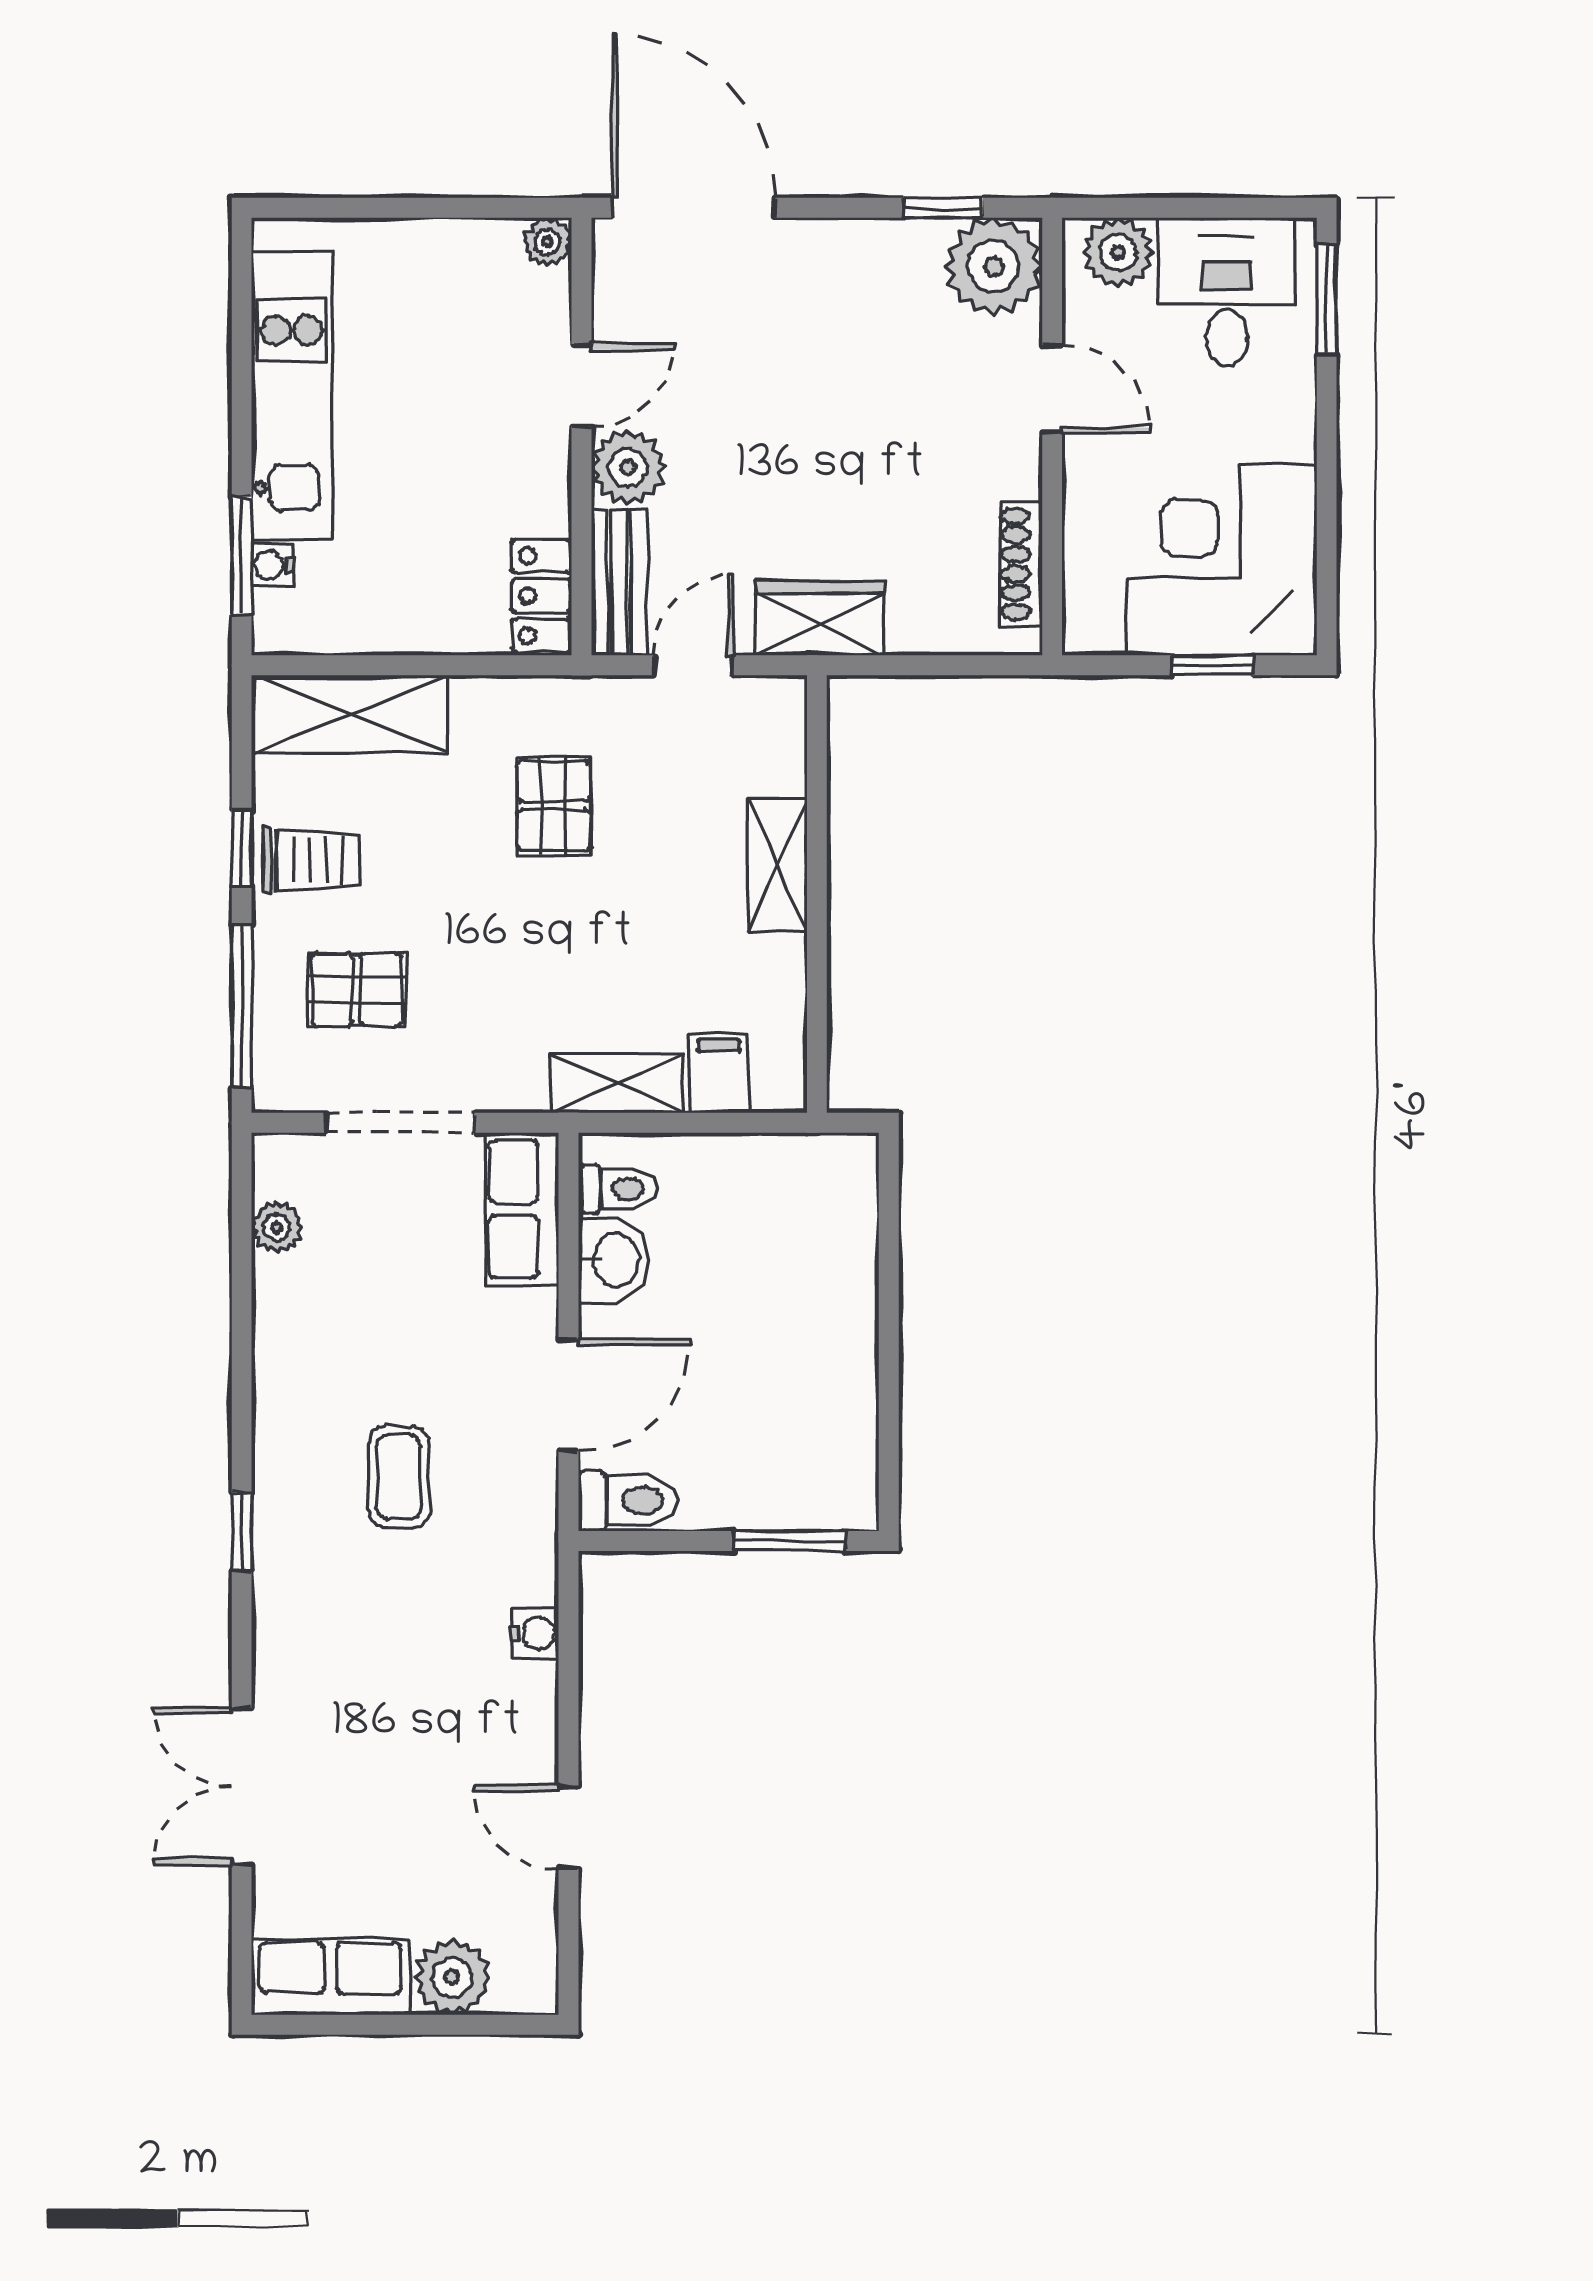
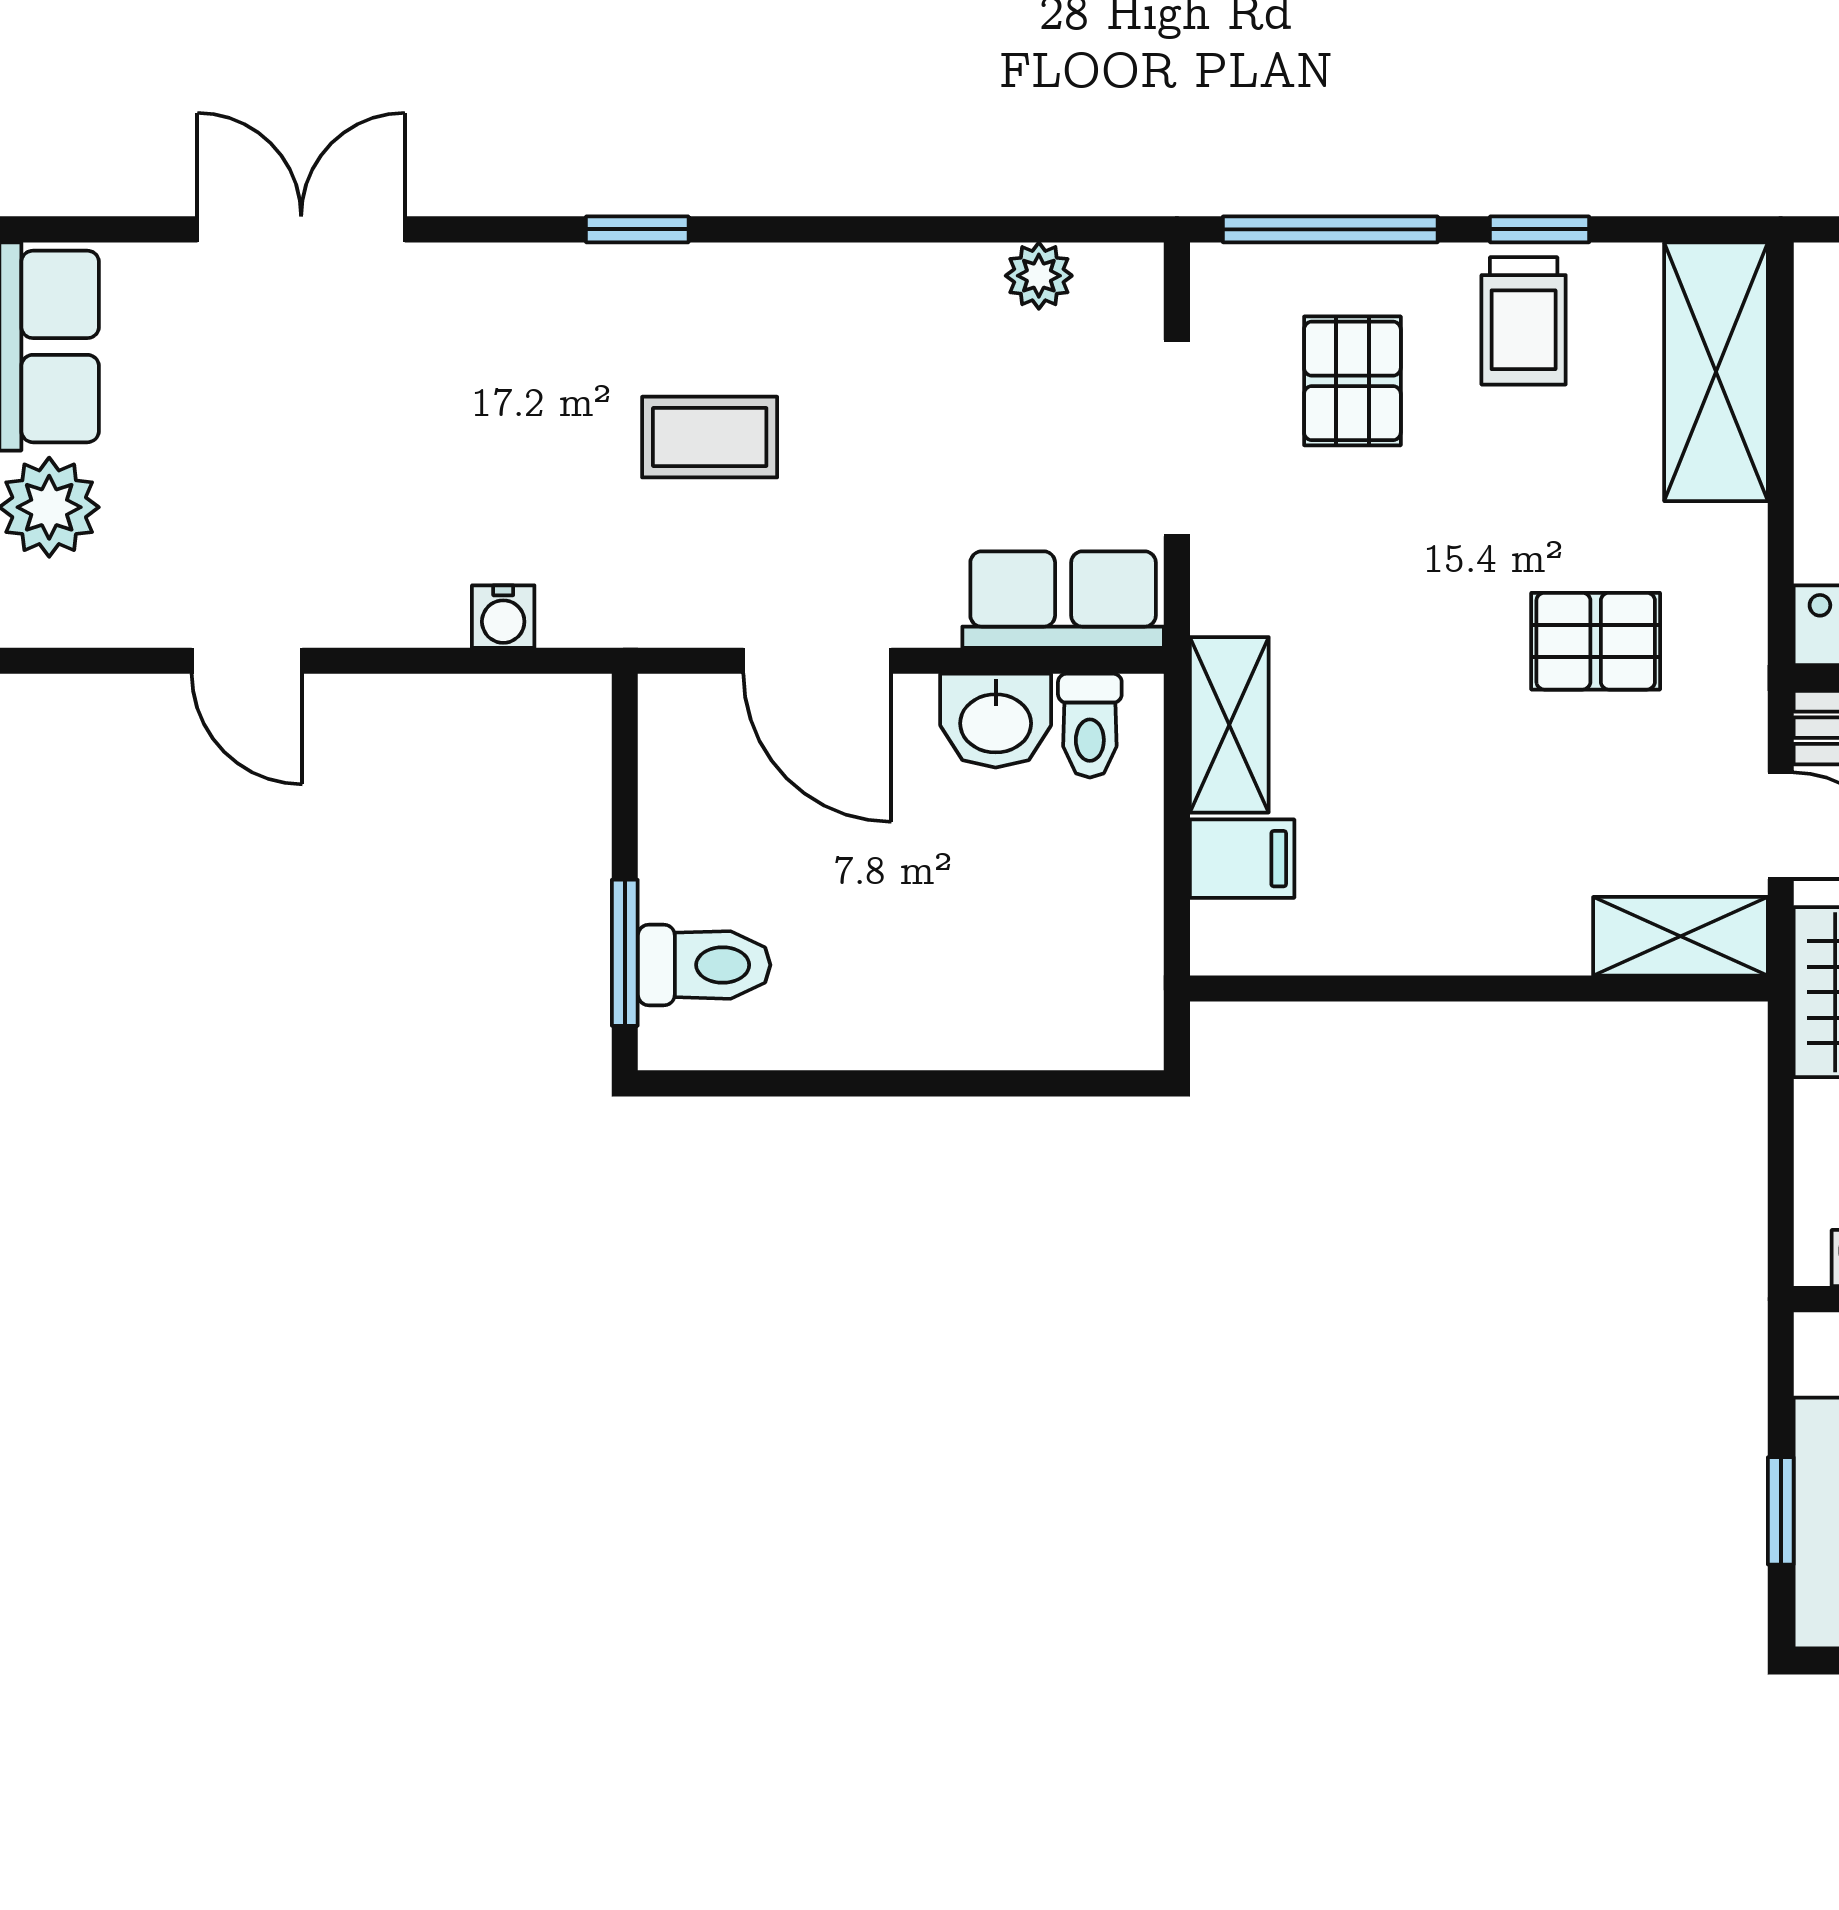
shelving: (777, 866) -> (1680, 936), moved
toilet: (629, 1501) -> (704, 965), moved, turned -90
door: (568, 1827) -> (247, 661), swing flipped

